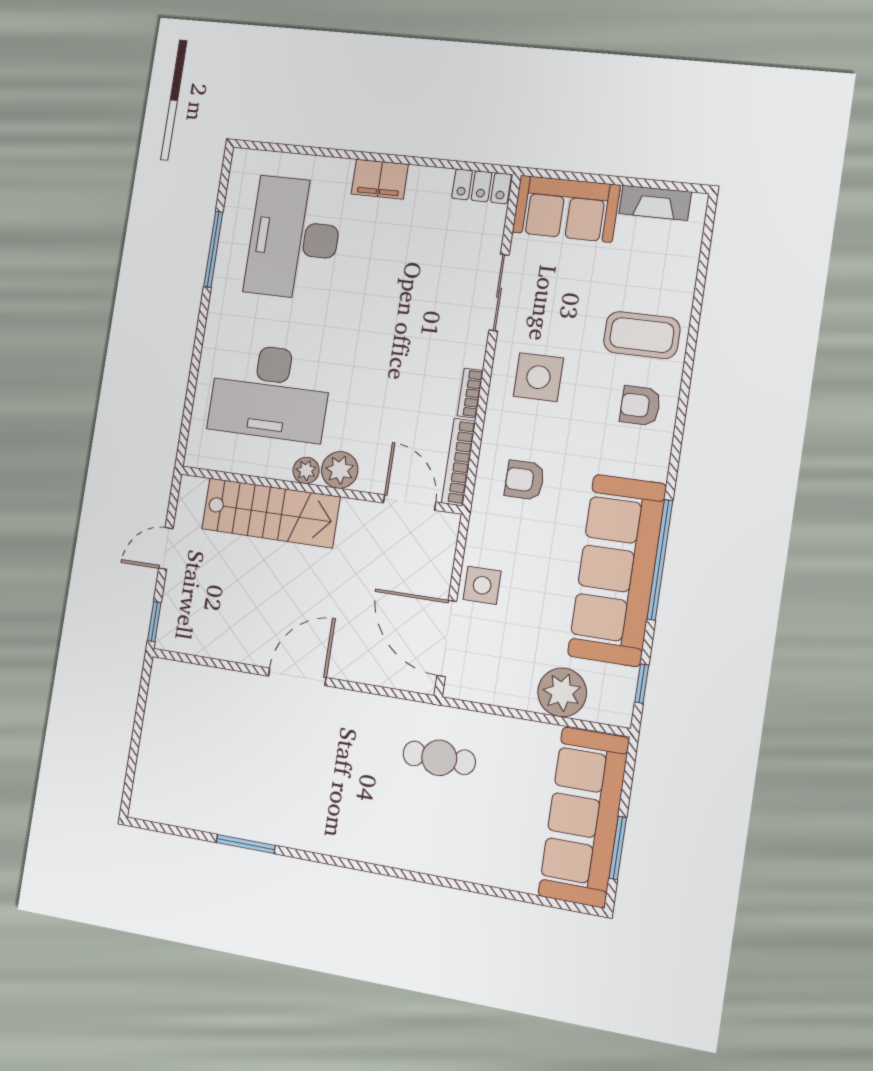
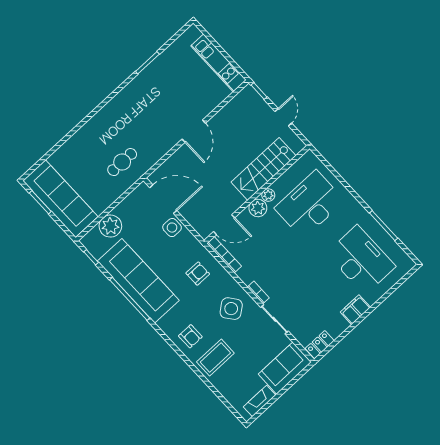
side table: (538, 377) -> (231, 309), turned -38
bookcase: (470, 393) -> (258, 292), moved
armchair: (640, 406) -> (190, 336), turned 90
kitchen unit: (159, 724) -> (218, 63), added

